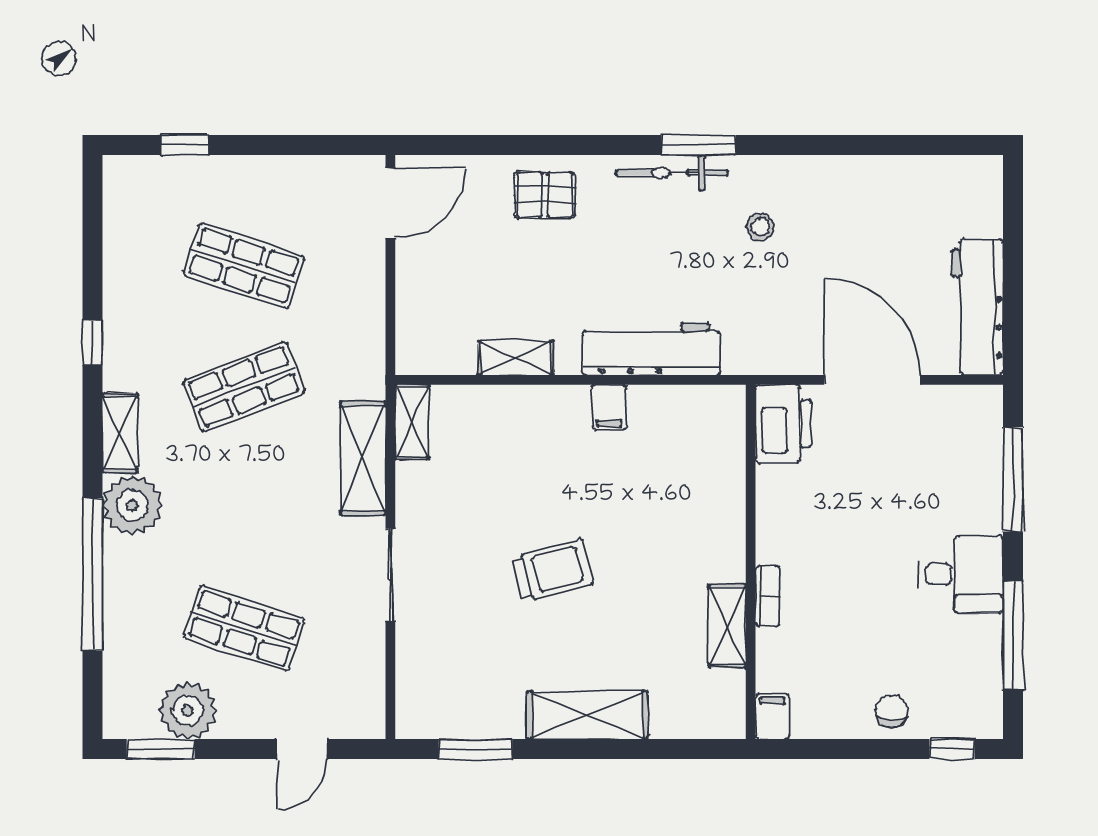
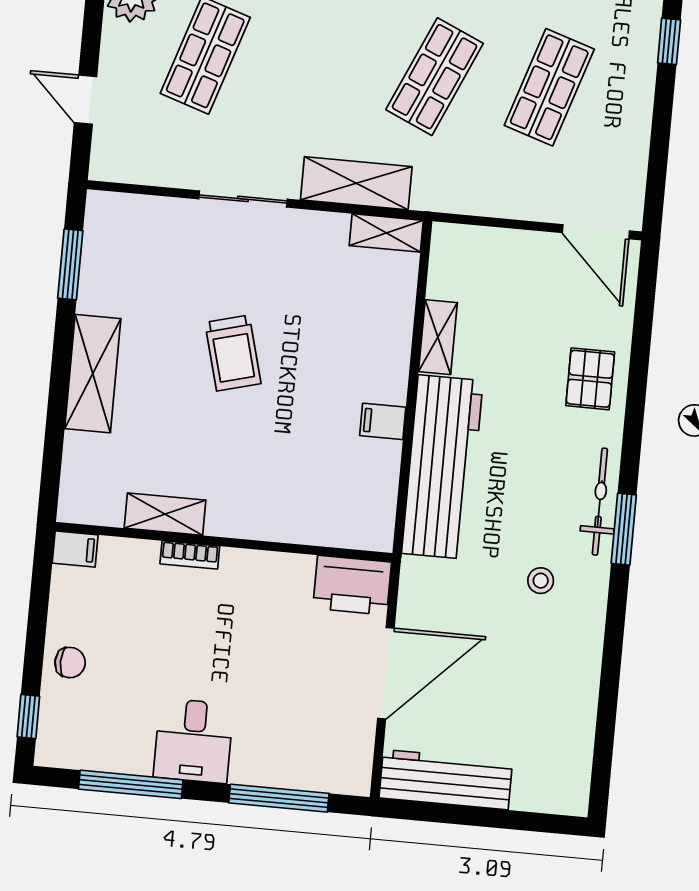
workbench: (651, 349) -> (442, 467), width x1.36, depth x1.32
shop shelf: (244, 387) -> (435, 77), turned 45

